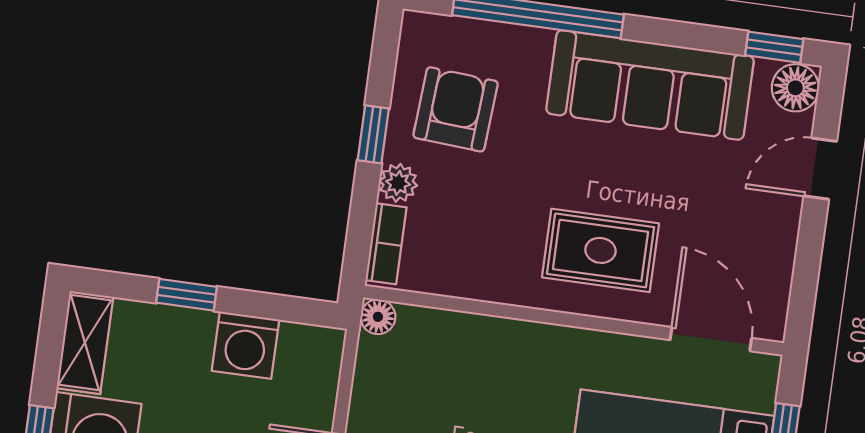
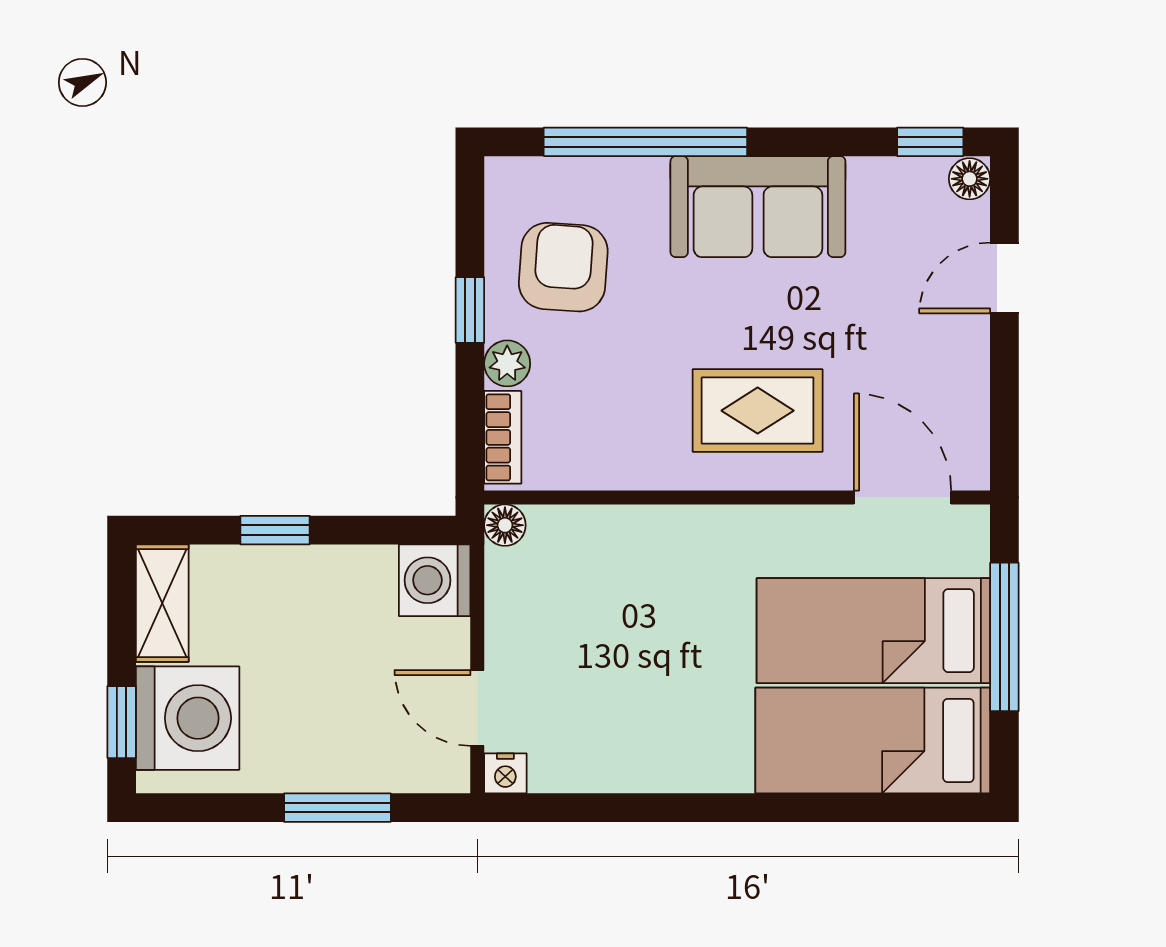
sofa: (650, 85) -> (758, 207), width x0.73
floor lamp: (795, 88) -> (970, 179), width x0.73, depth x0.73
washing machine: (245, 345) -> (435, 580), moved, turned 90

